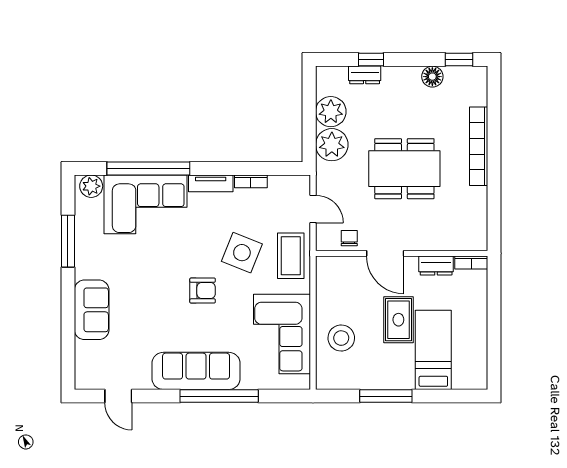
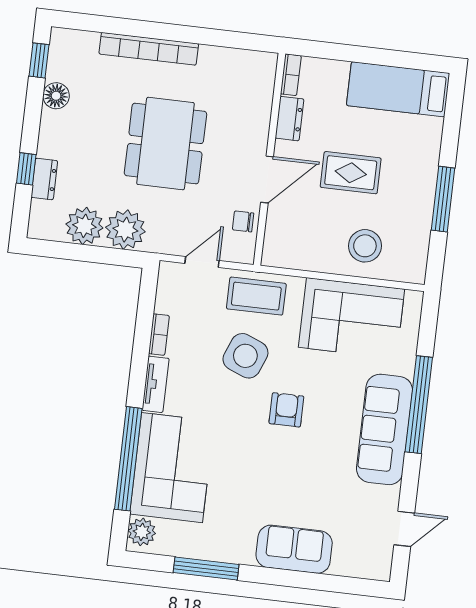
bed: (433, 350) -> (398, 89), moved

